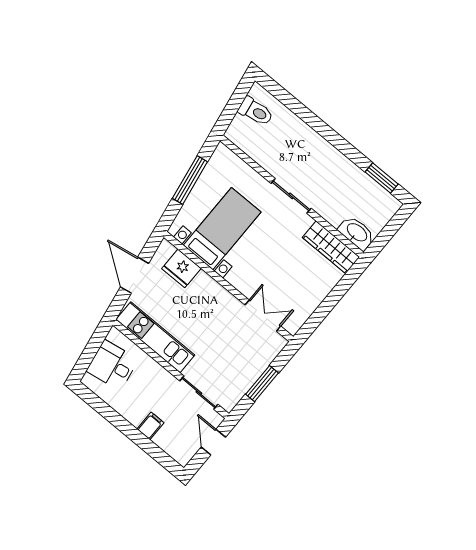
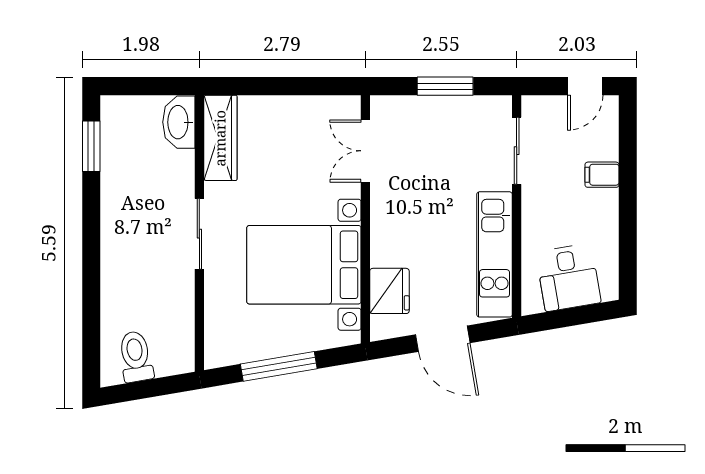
bed with nightstands: (222, 229) -> (304, 265), width x1.36
door: (135, 275) -> (443, 339), hinge flipped
door: (213, 442) -> (585, 86), moved

